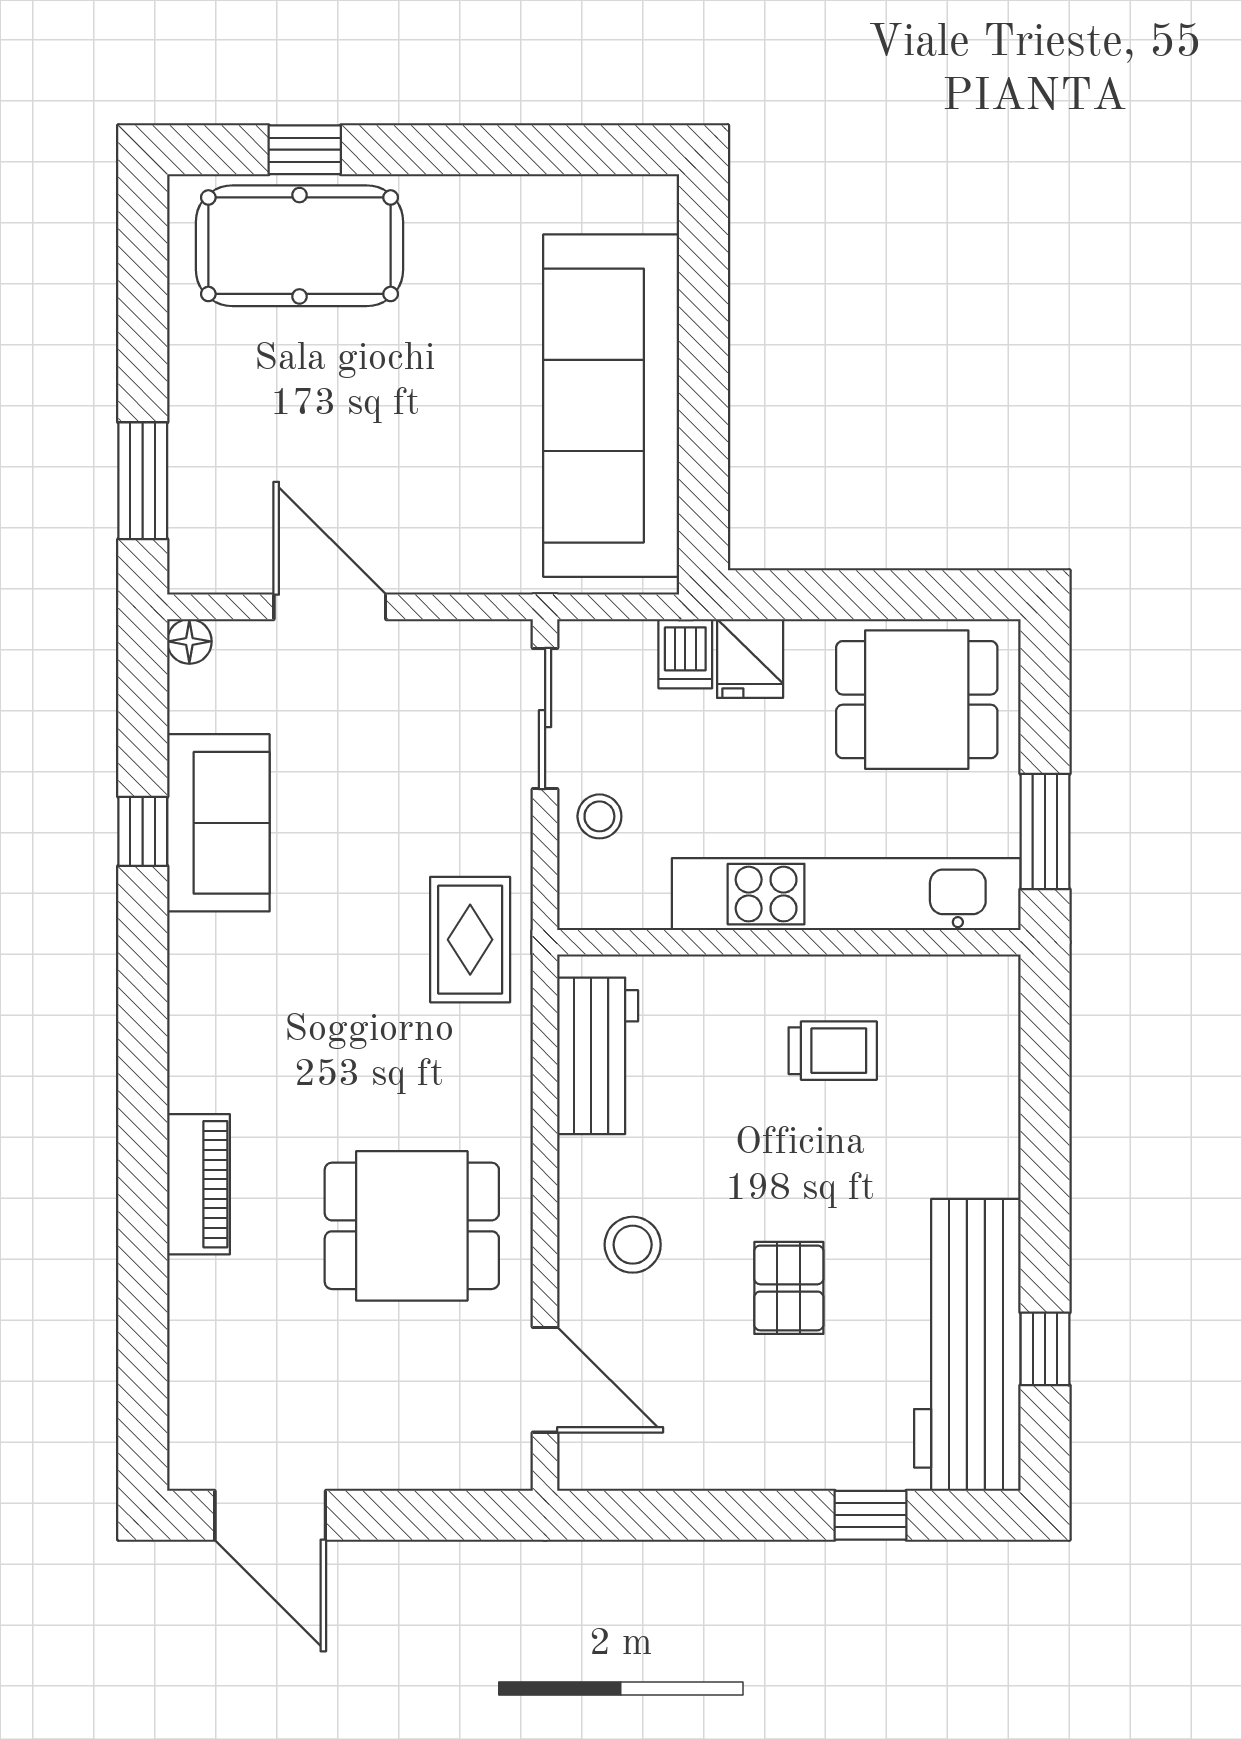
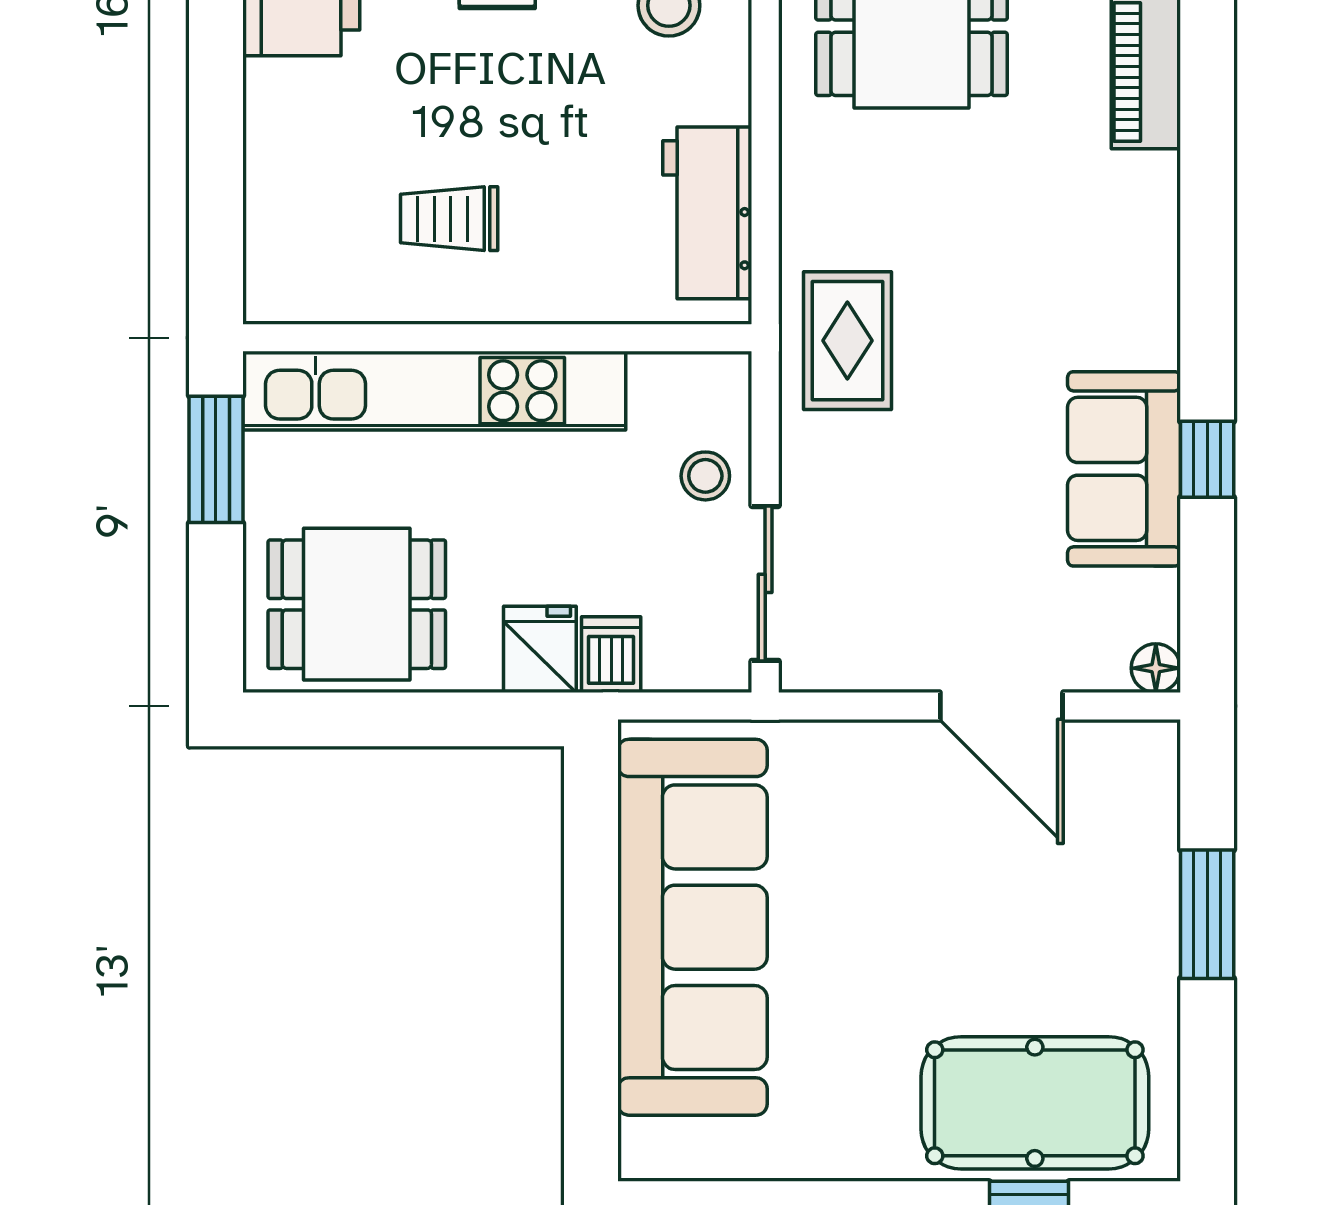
window: (143, 481) -> (1207, 914), moved

